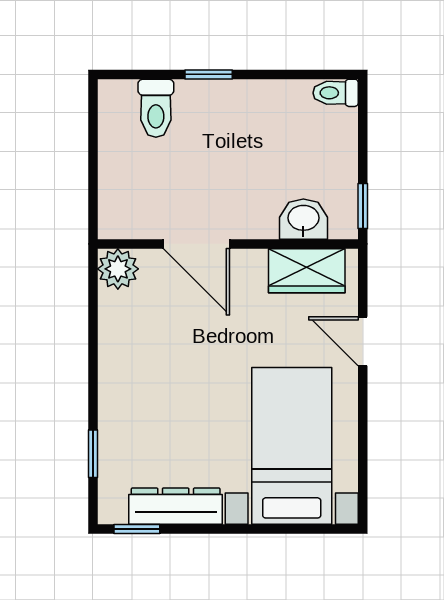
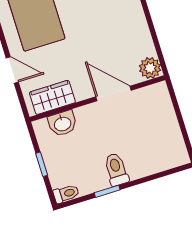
window: (209, 74) -> (107, 191), moved
toilet: (156, 108) -> (116, 169), moved
window: (363, 206) -> (42, 164), moved

